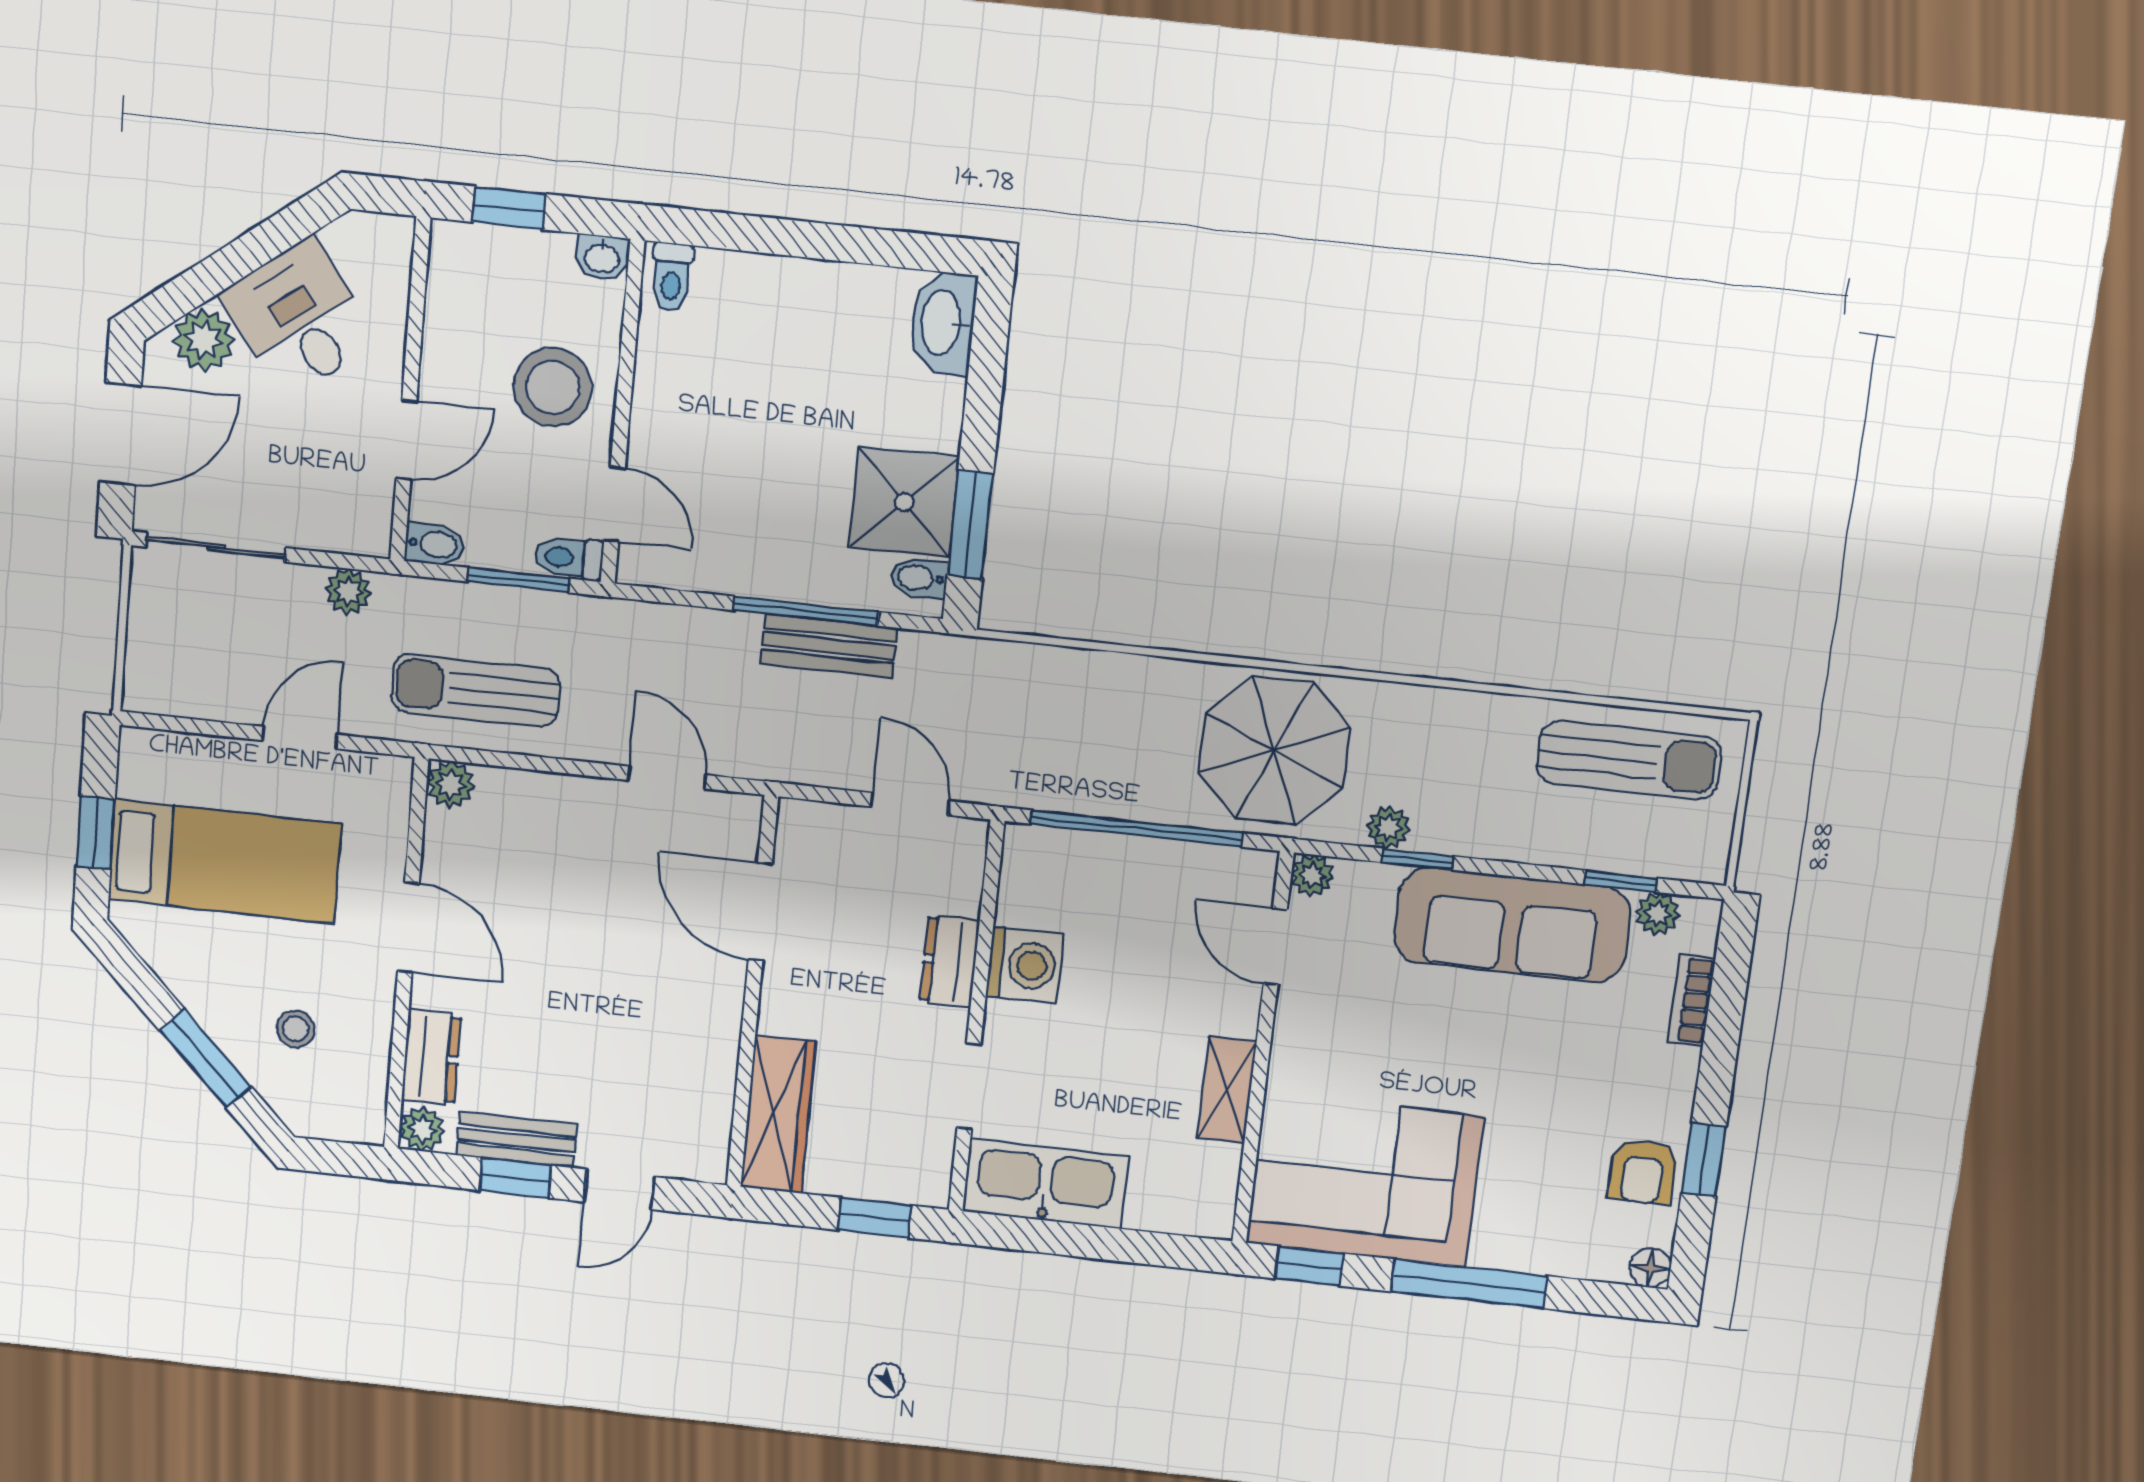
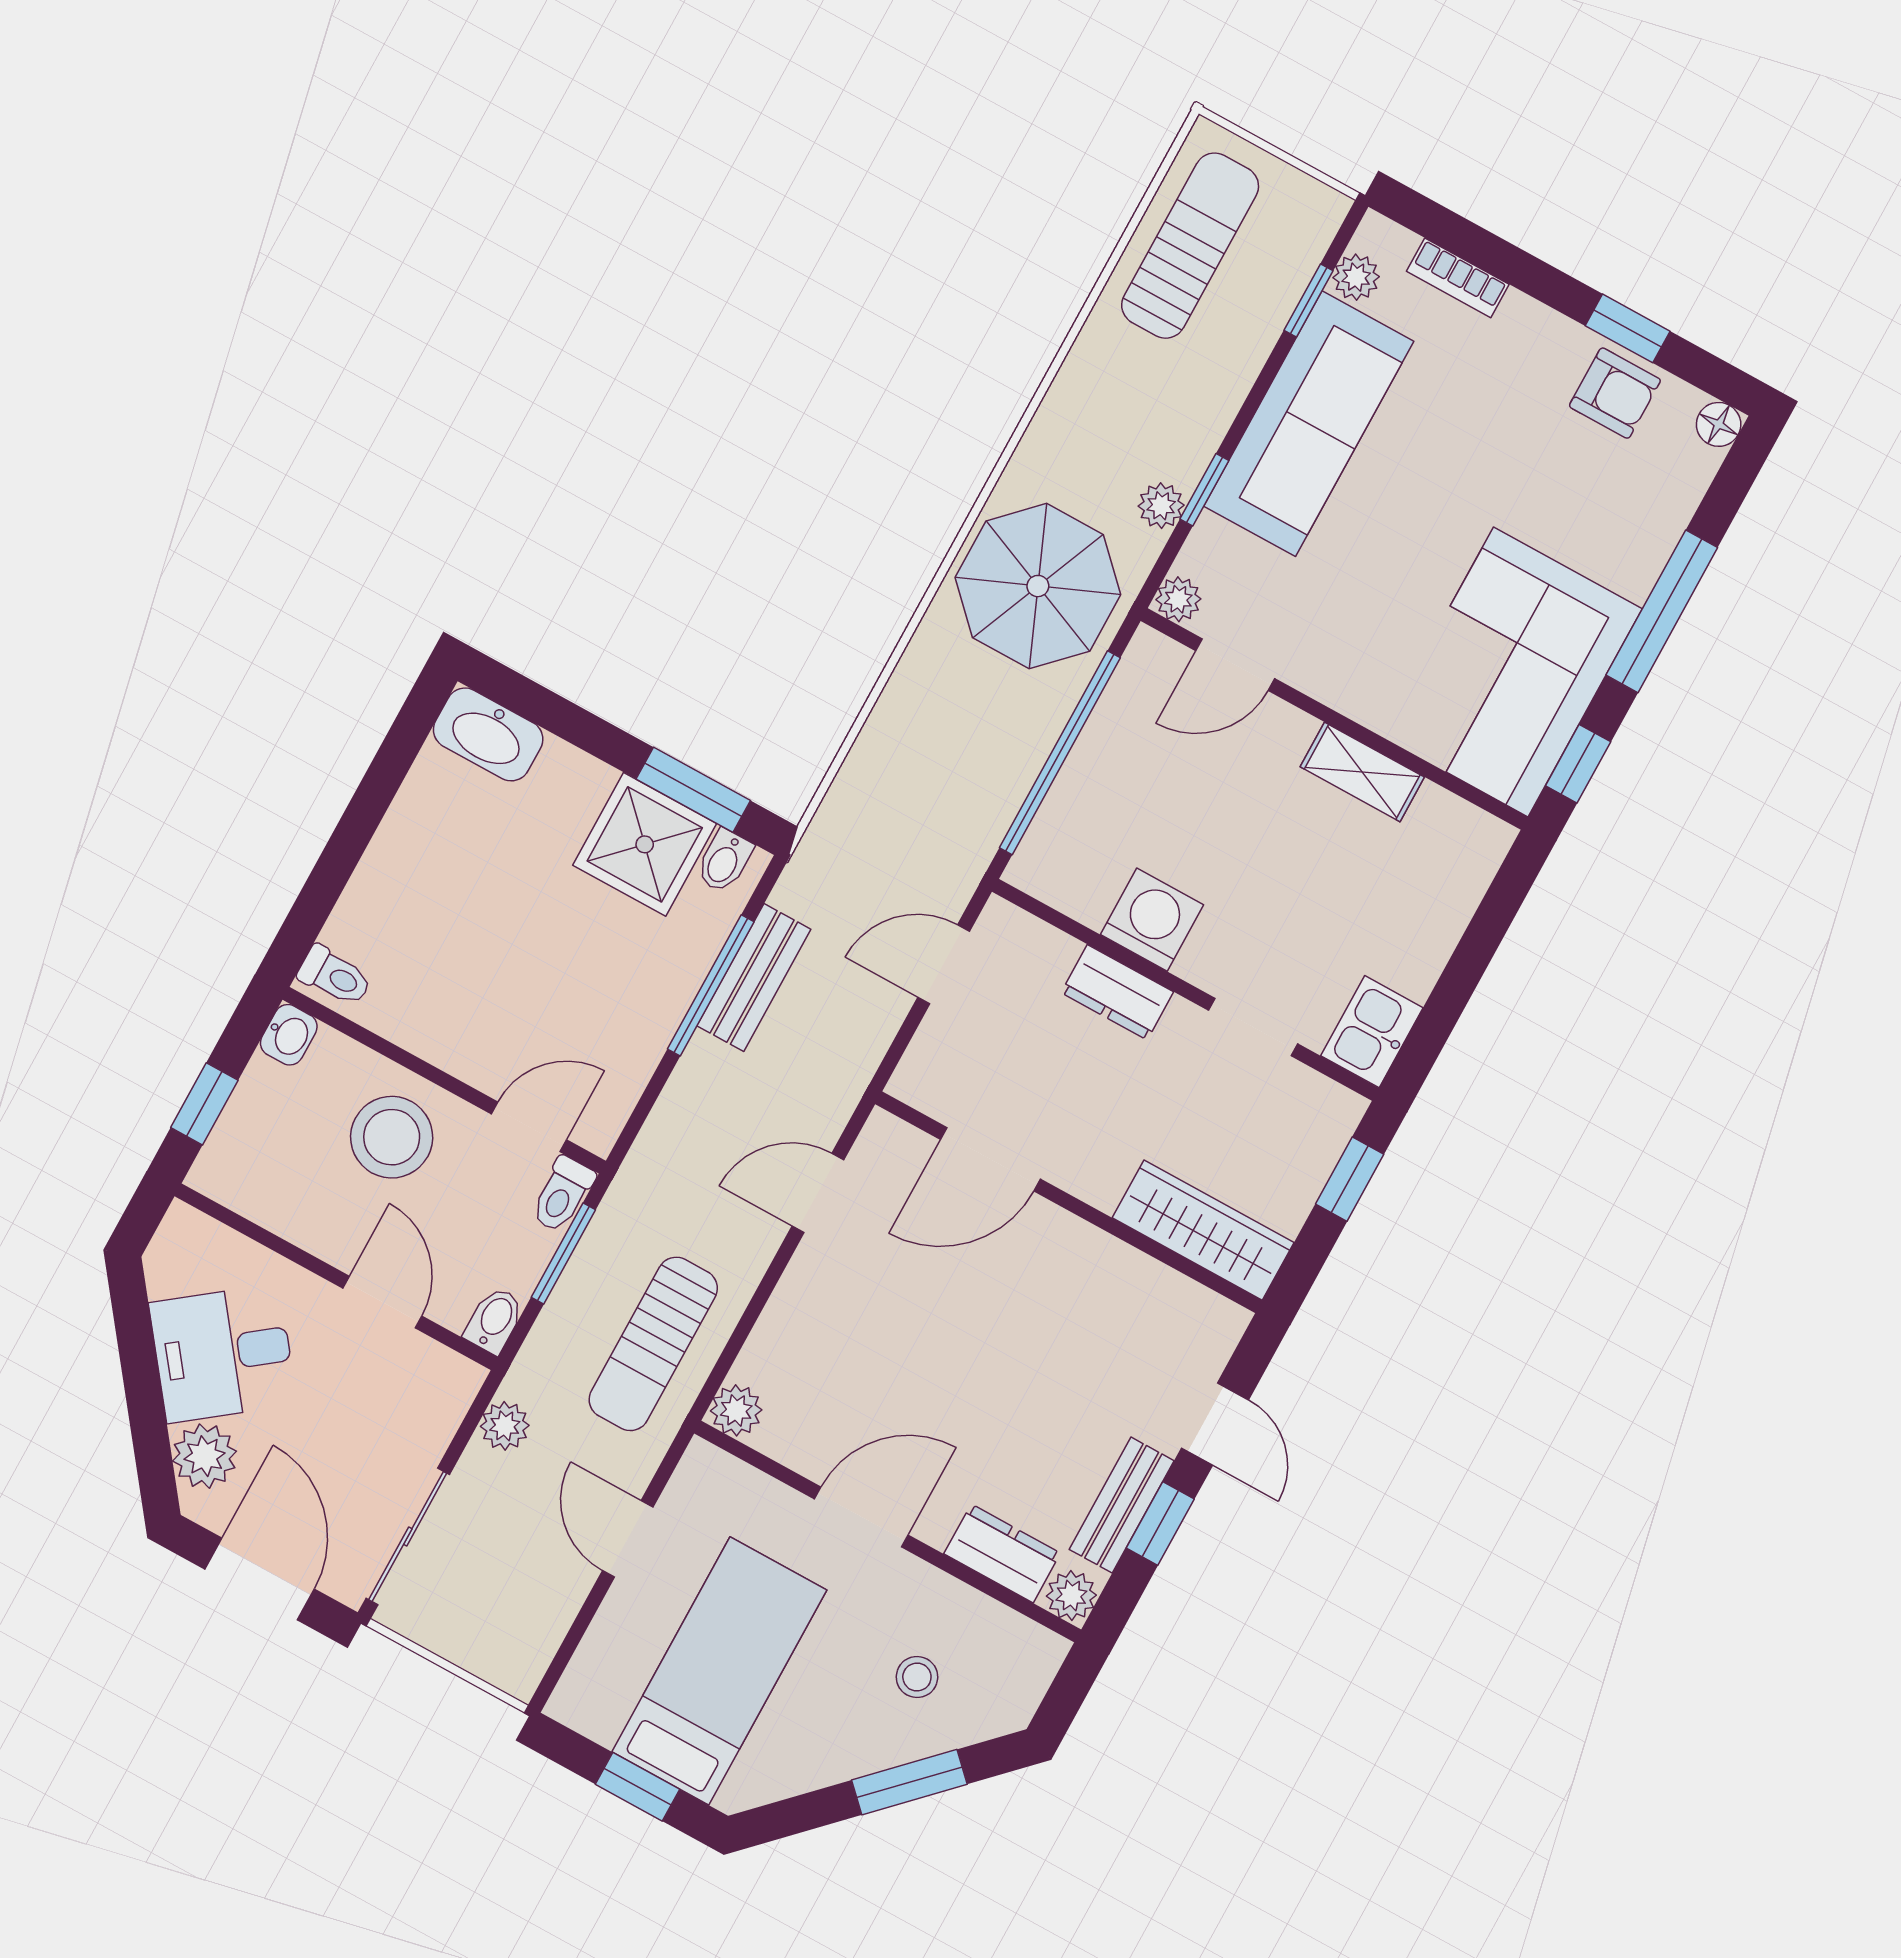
kitchen sink: (1045, 1183) -> (1372, 1032), width x0.53, depth x0.81

